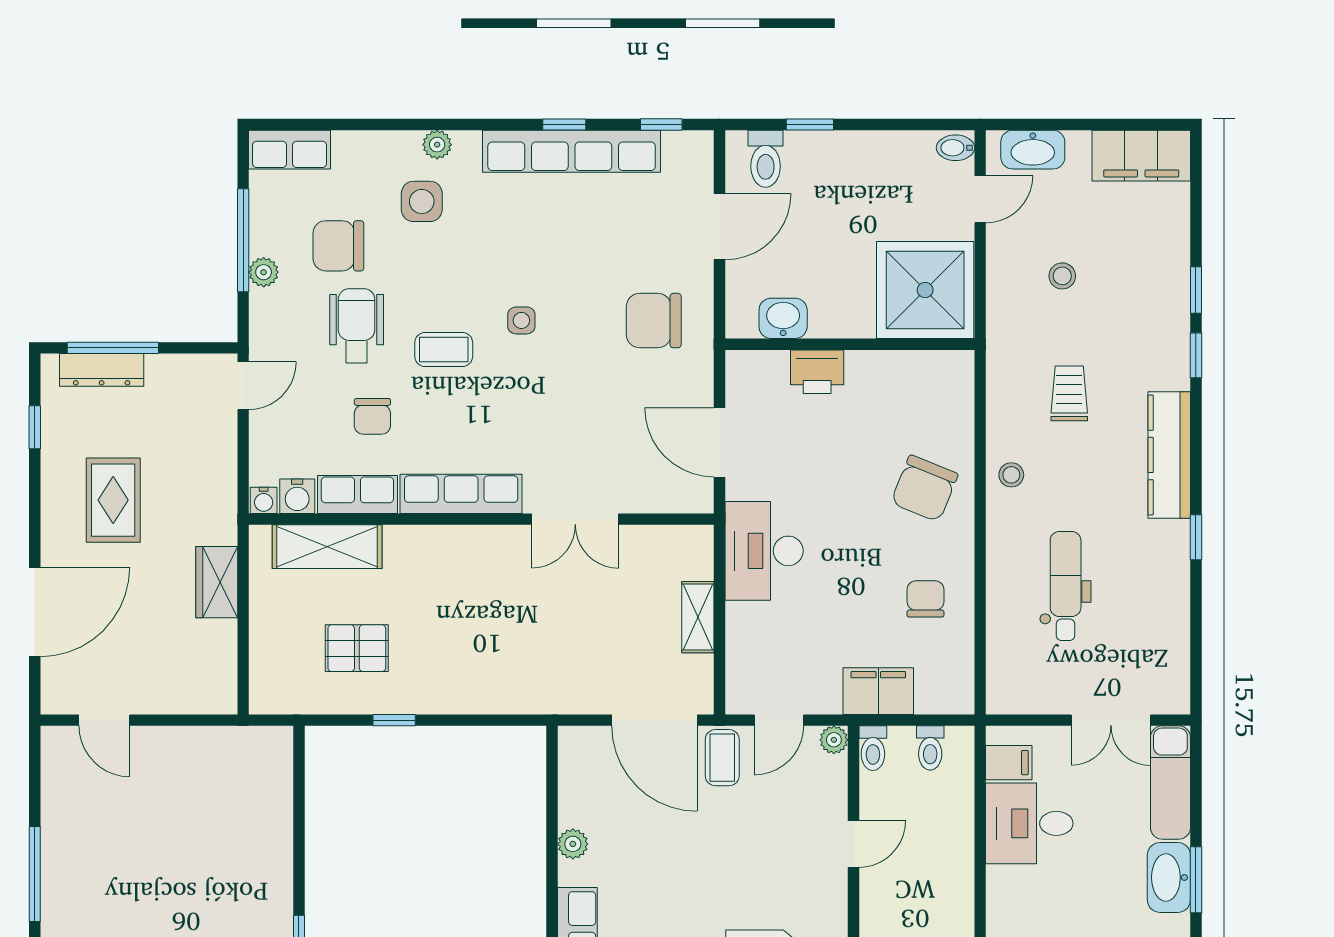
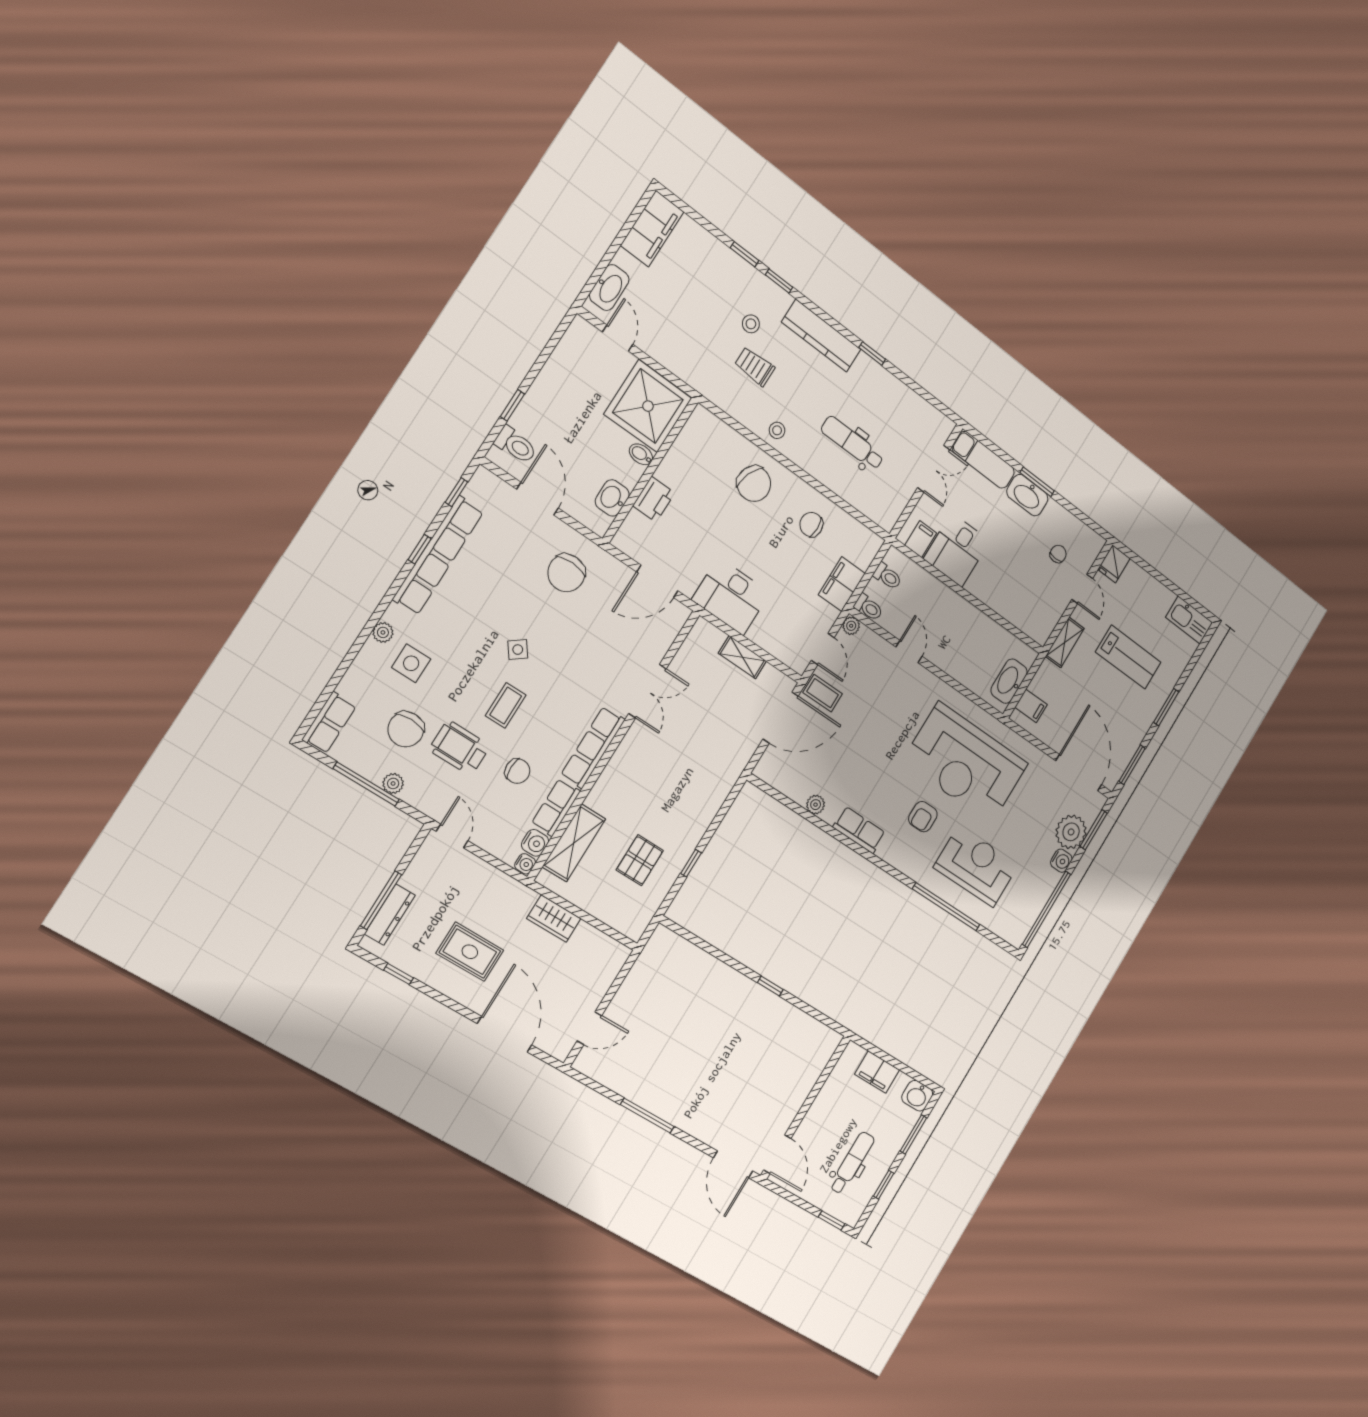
bidet: (955, 148) -> (641, 454), moved, turned 90
stool: (1062, 276) -> (751, 324), moved
side table: (521, 320) -> (518, 650), turned -37

